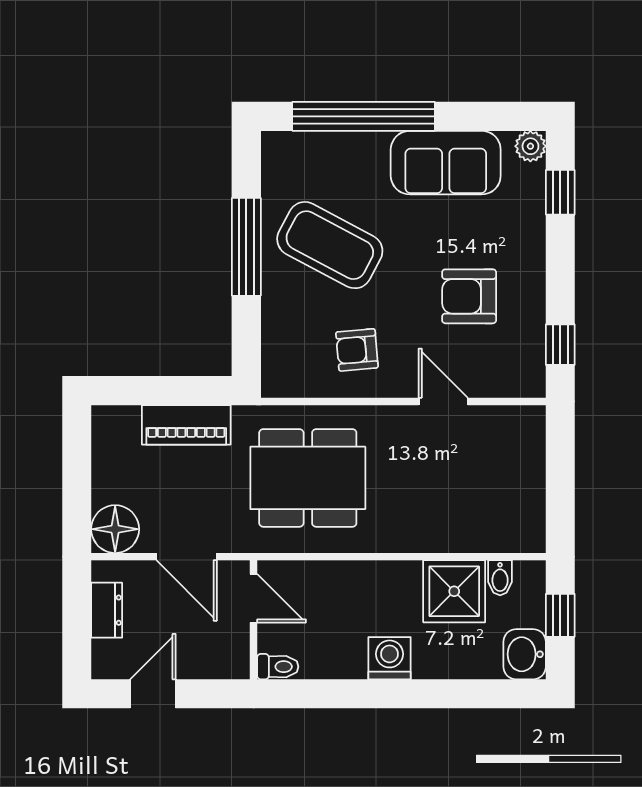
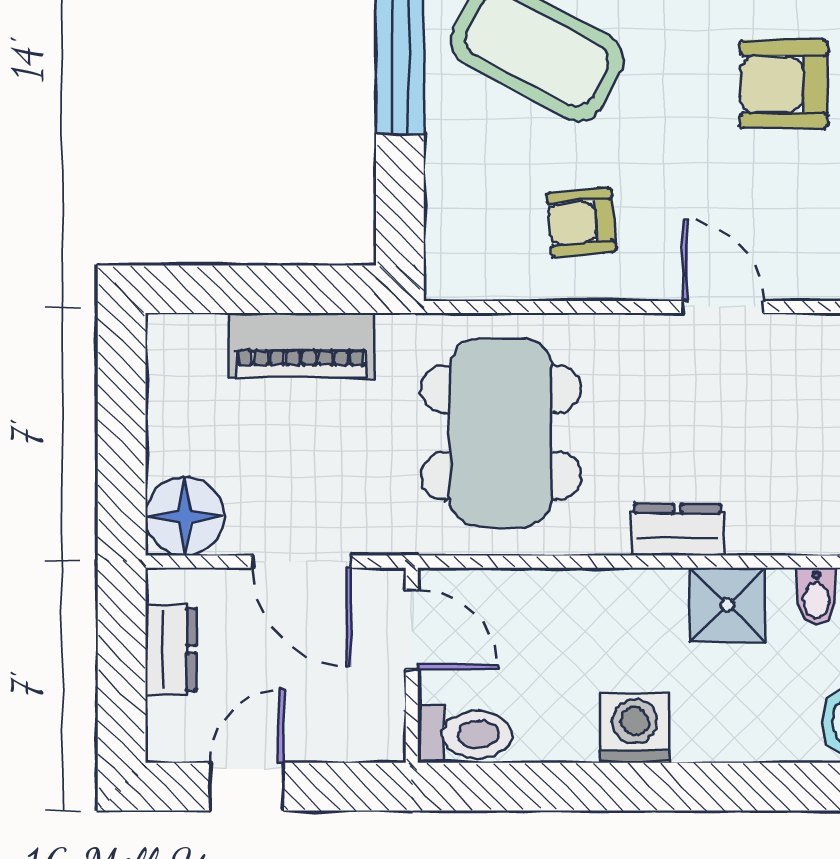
armchair: (469, 296) -> (784, 84), moved
dining table: (308, 478) -> (501, 432), turned 90
dresser: (415, 537) -> (677, 530), added
shower: (454, 591) -> (727, 605), width x0.73, depth x0.73
toilet: (278, 667) -> (465, 734), width x1.37, depth x1.39

